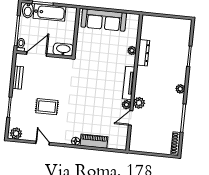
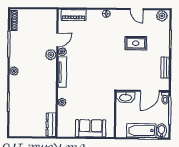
sofa: (104, 20) -> (91, 128), width x0.73
dresser: (143, 53) -> (51, 125), moved
piano: (94, 141) -> (74, 15), moved

